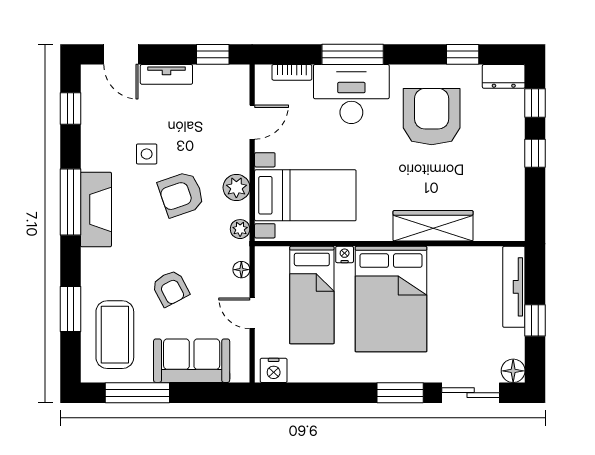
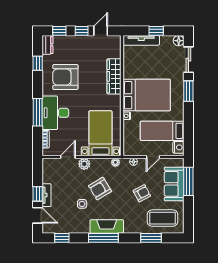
door: (121, 54) -> (38, 215), hinge flipped
window: (213, 54) -> (38, 194), moved
door: (252, 122) -> (68, 157), hinge flipped
plant: (236, 188) -> (84, 164), moved
armchair: (181, 194) -> (100, 189), turned 78
door: (535, 196) -> (101, 31), added
bed: (312, 295) -> (162, 131), moved, turned 180
window: (137, 393) -> (188, 181), moved

